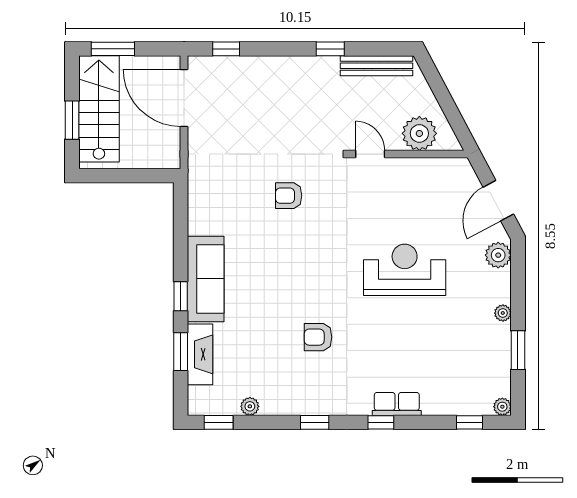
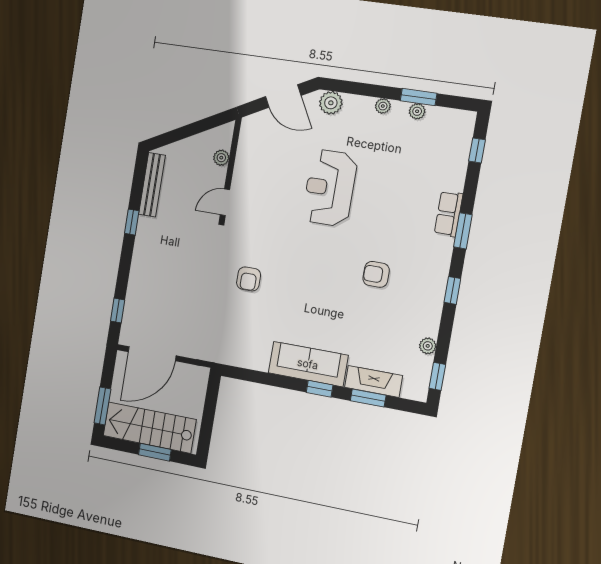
plant: (419, 133) -> (221, 158), width x0.53, depth x0.53
armchair: (318, 337) -> (376, 274), turned 90
plant: (502, 407) -> (417, 111), moved
window: (381, 422) -> (463, 231), width x1.50

